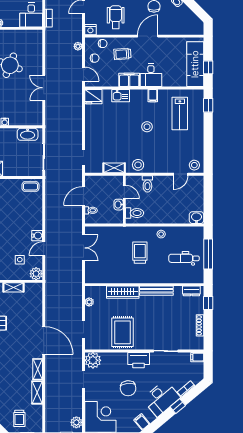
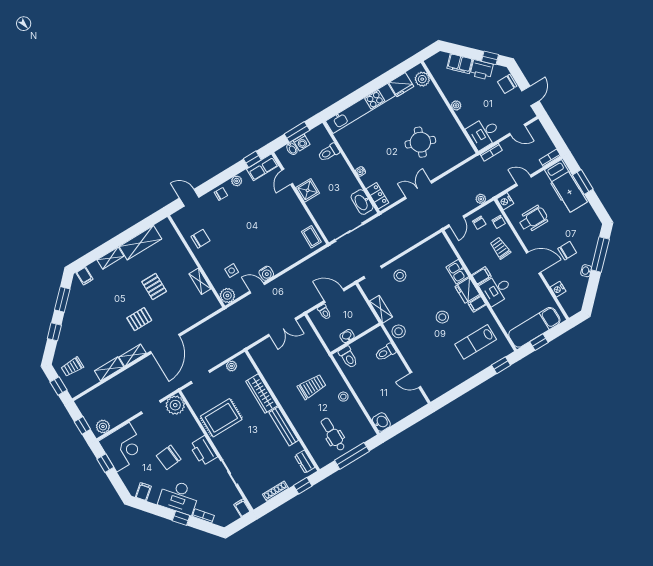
nightstand: (178, 30) -> (558, 289), added
filing cabinet: (129, 80) -> (481, 276), width x0.50
fridge: (93, 97) -> (467, 290), moved
locker: (30, 120) -> (377, 196), added
stool: (194, 165) -> (400, 276), moved
door: (124, 192) -> (363, 334), removed
pallet: (14, 348) -> (139, 319), added

